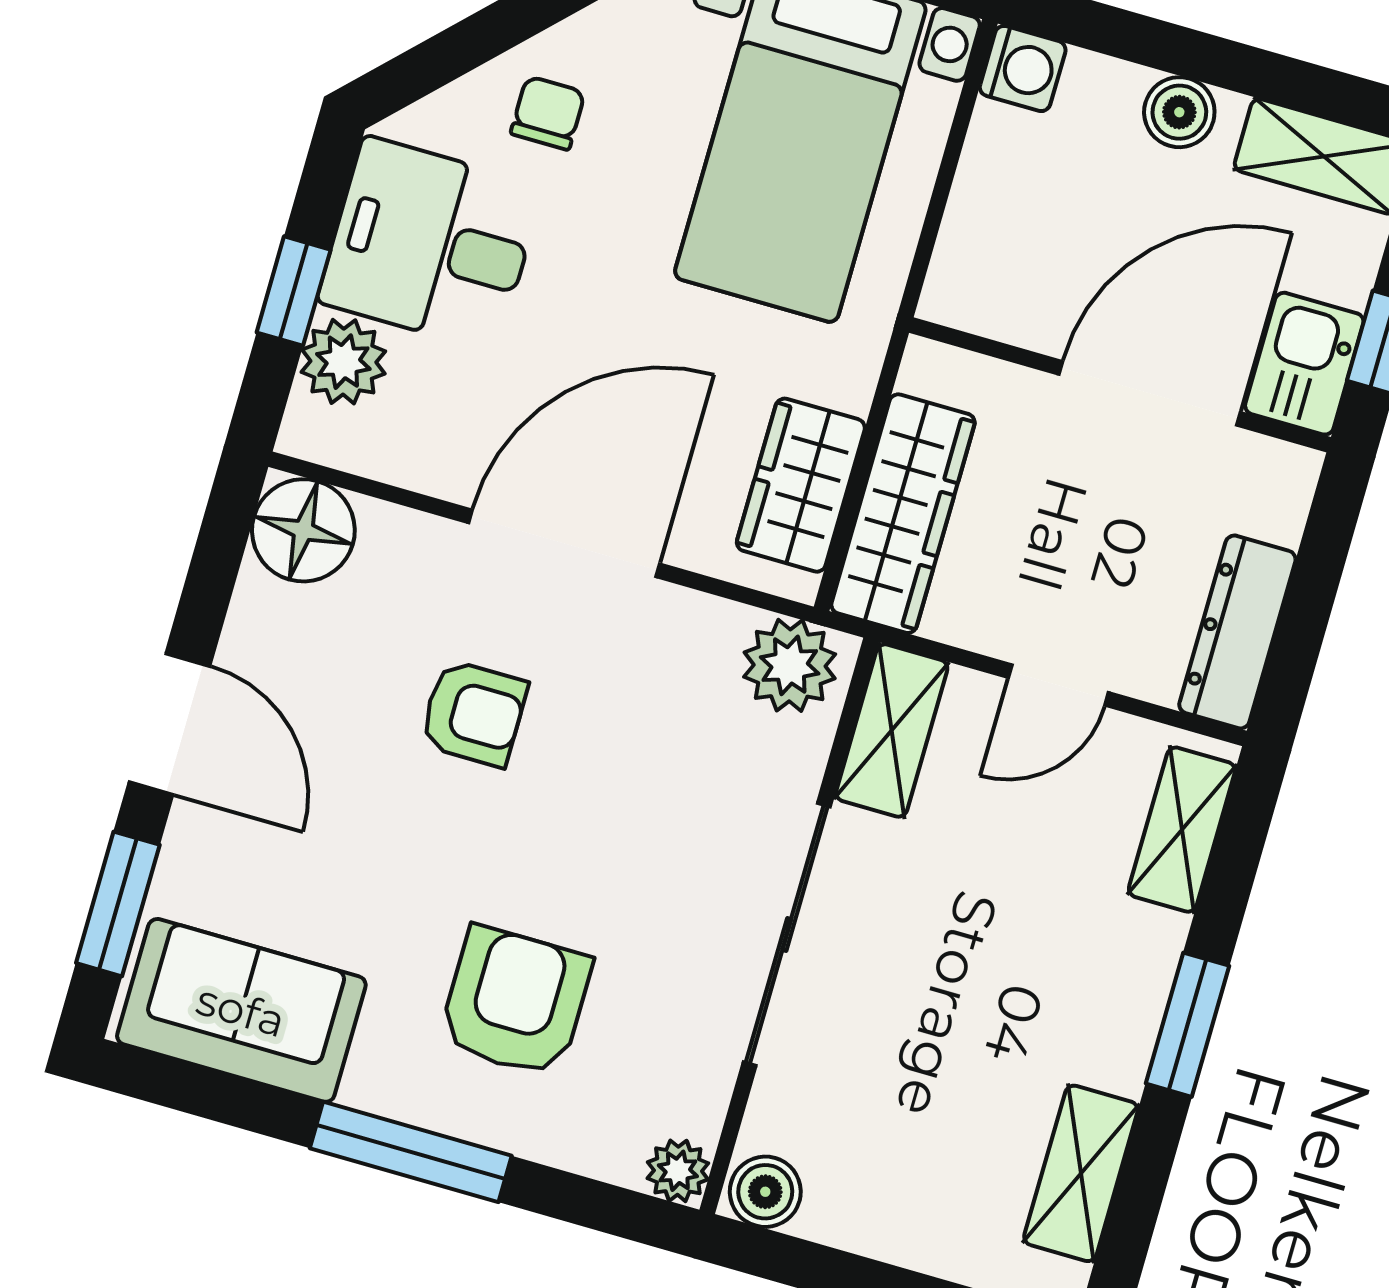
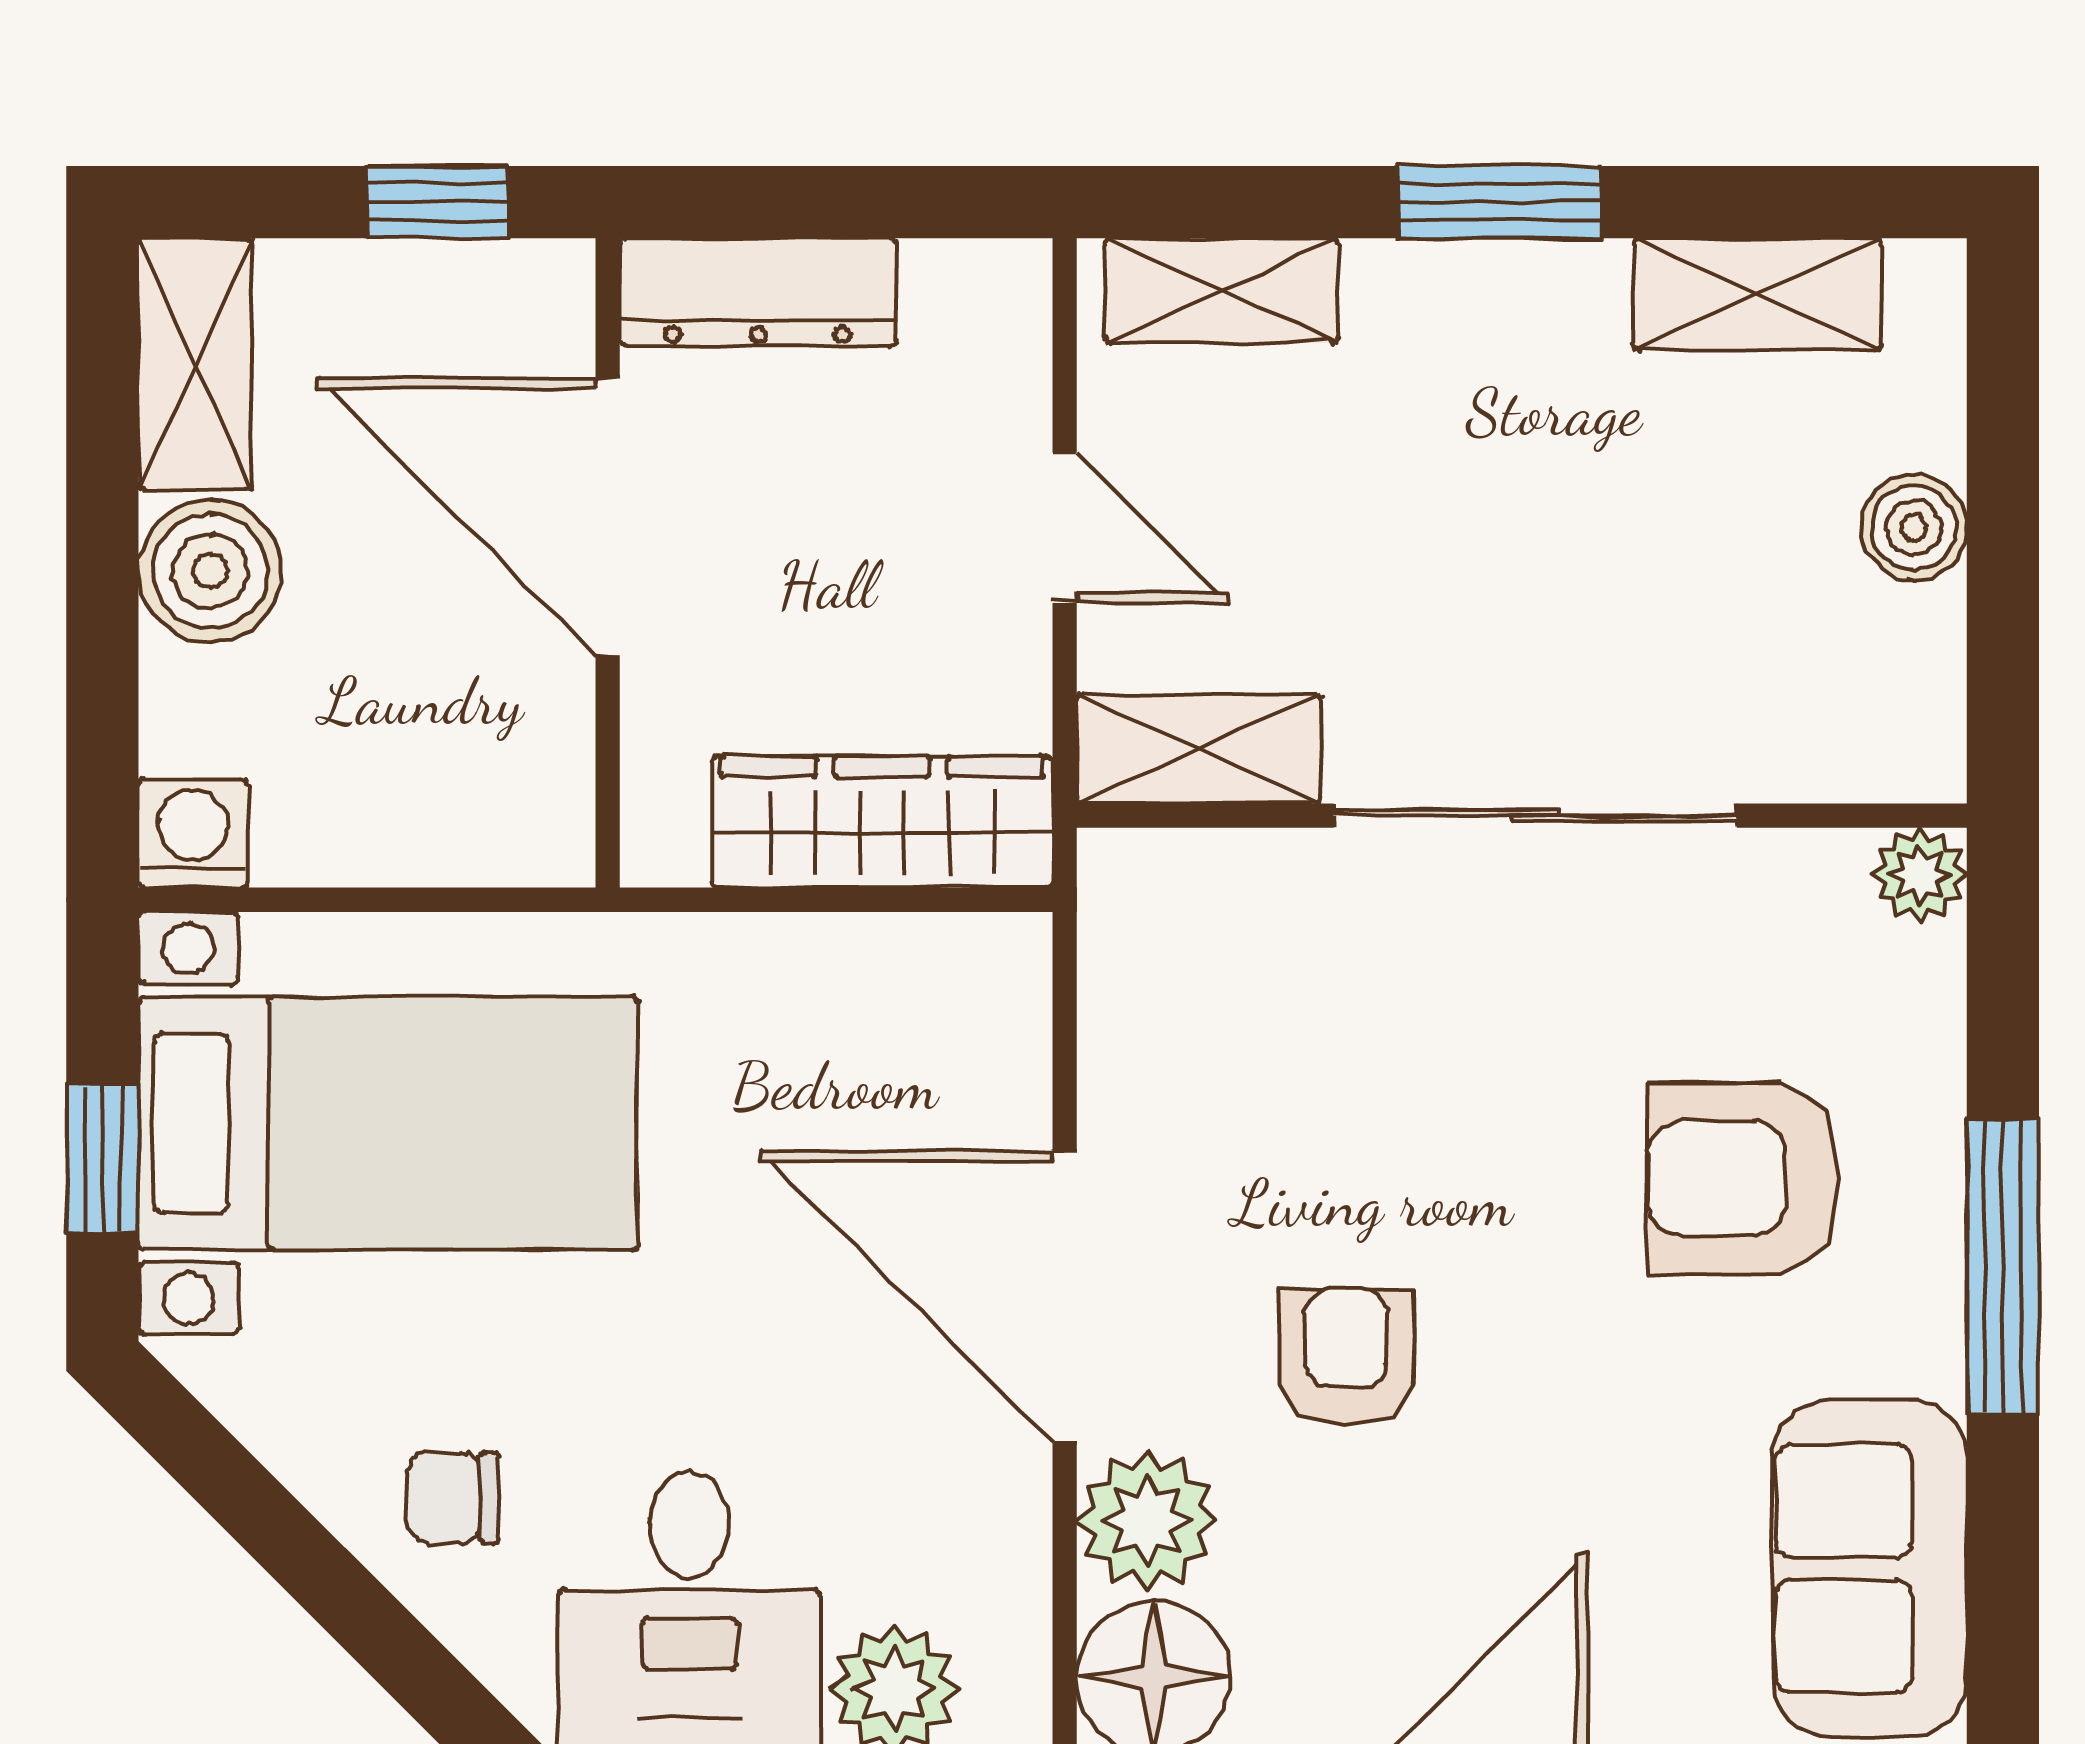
boiler: (1179, 112) -> (210, 571), width x1.36, depth x1.36
kitchen sink: (1304, 364) -> (501, 307), removed
wardrobe: (801, 485) -> (883, 981), removed
dresser: (1237, 632) -> (758, 292), moved
plant: (790, 665) -> (1147, 1520), moved
boiler: (765, 1192) -> (1914, 528), moved

